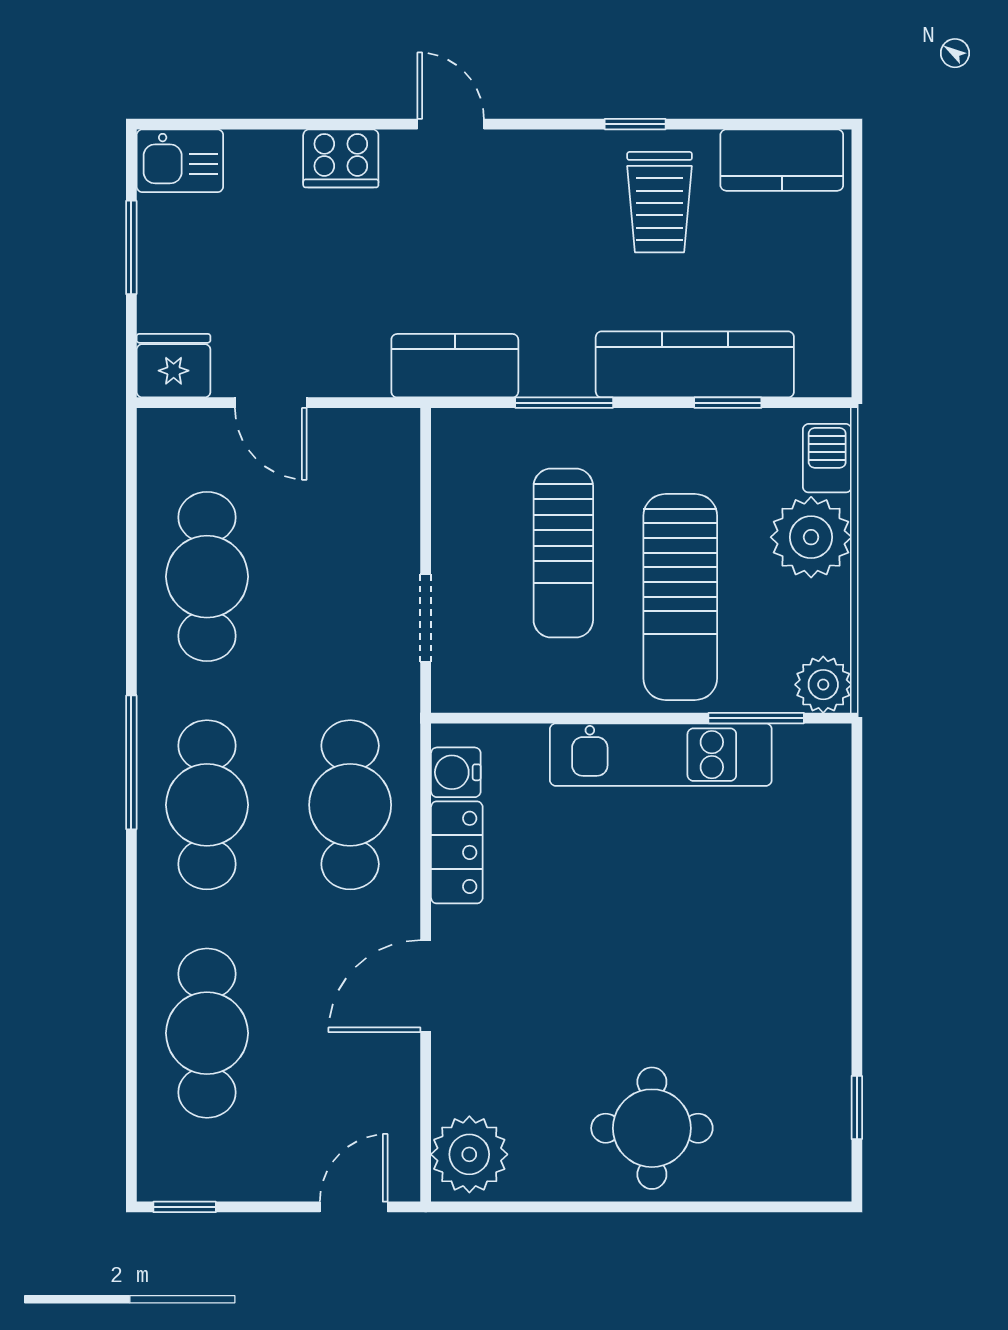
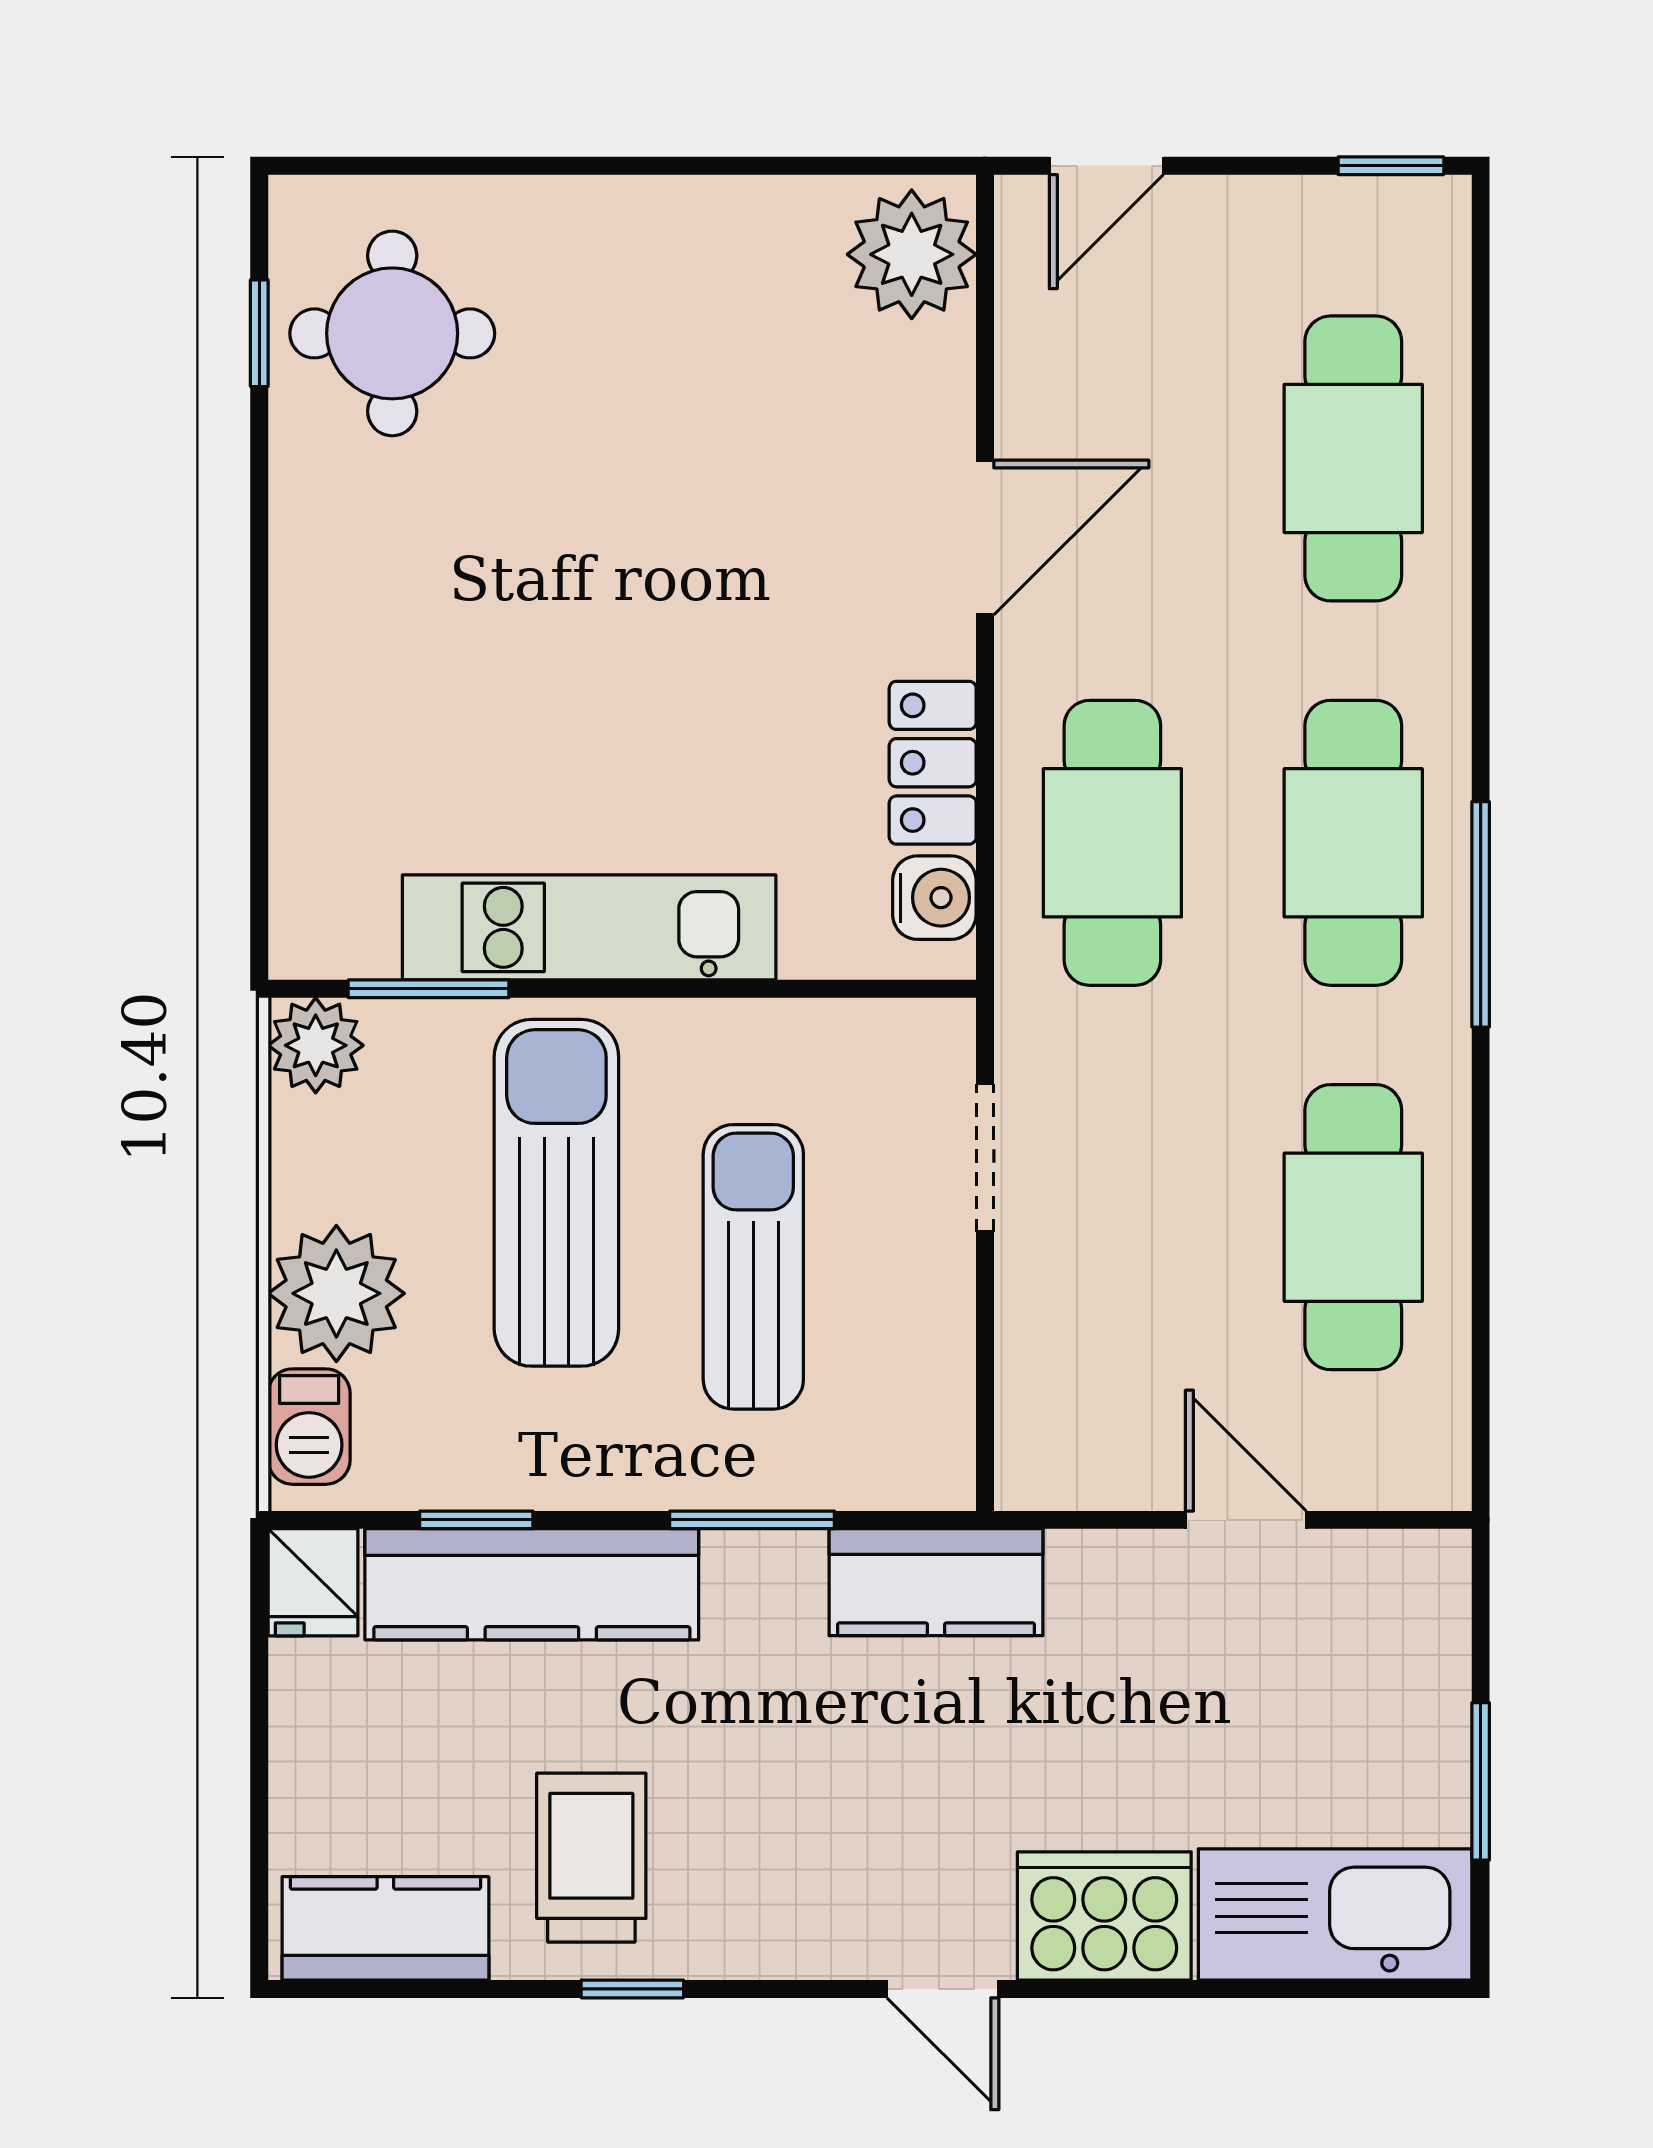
cooker: (341, 158) -> (1104, 1916), width x1.37, depth x1.31
kitchen sink: (180, 161) -> (1335, 1914), width x1.88, depth x1.24
fridge: (174, 366) -> (313, 1582), moved, width x0.72
round table: (652, 1128) -> (392, 333), moved

